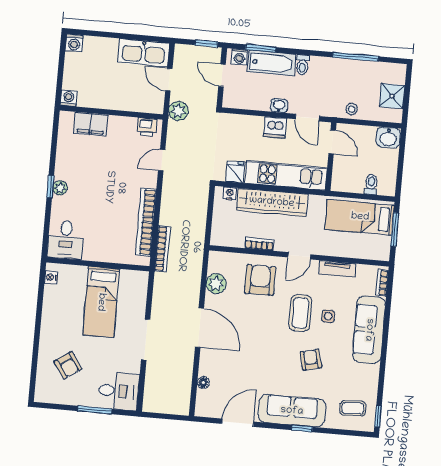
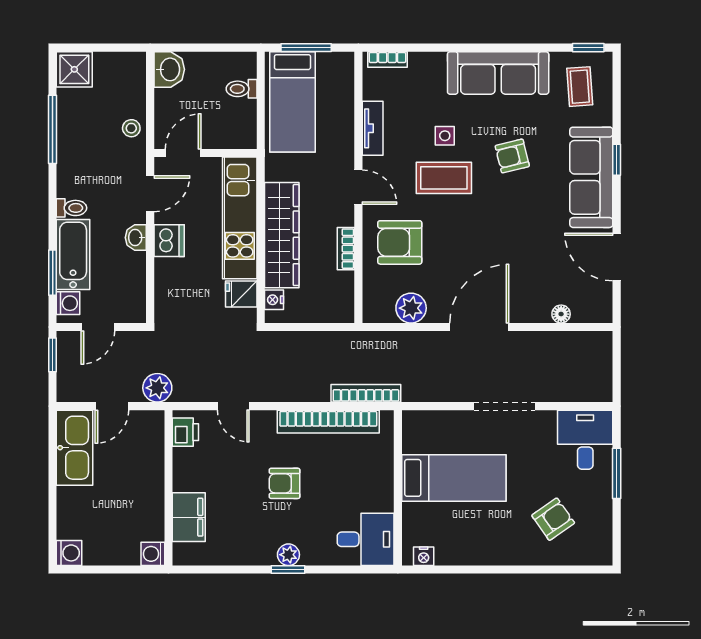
shower: (392, 96) -> (74, 69), moved
armchair: (107, 190) -> (285, 483), added
sofa: (369, 330) -> (498, 73), moved

